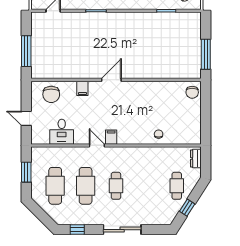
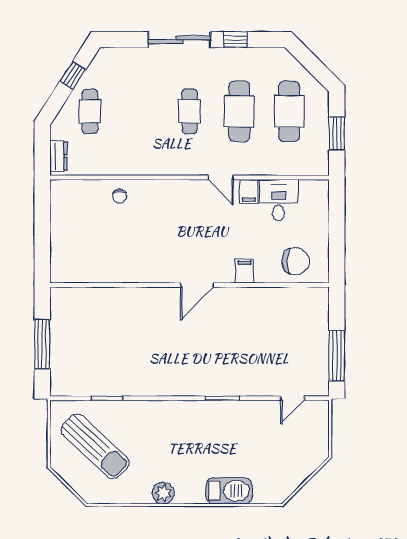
window: (26, 51) -> (337, 356), moved
window: (206, 54) -> (42, 344), moved
chair: (192, 92) -> (64, 265), removed
chair: (51, 94) -> (296, 261), turned 90
door: (26, 118) -> (337, 222), removed
filing cabinet: (111, 137) -> (249, 191), moved
window: (77, 230) -> (236, 40), moved

